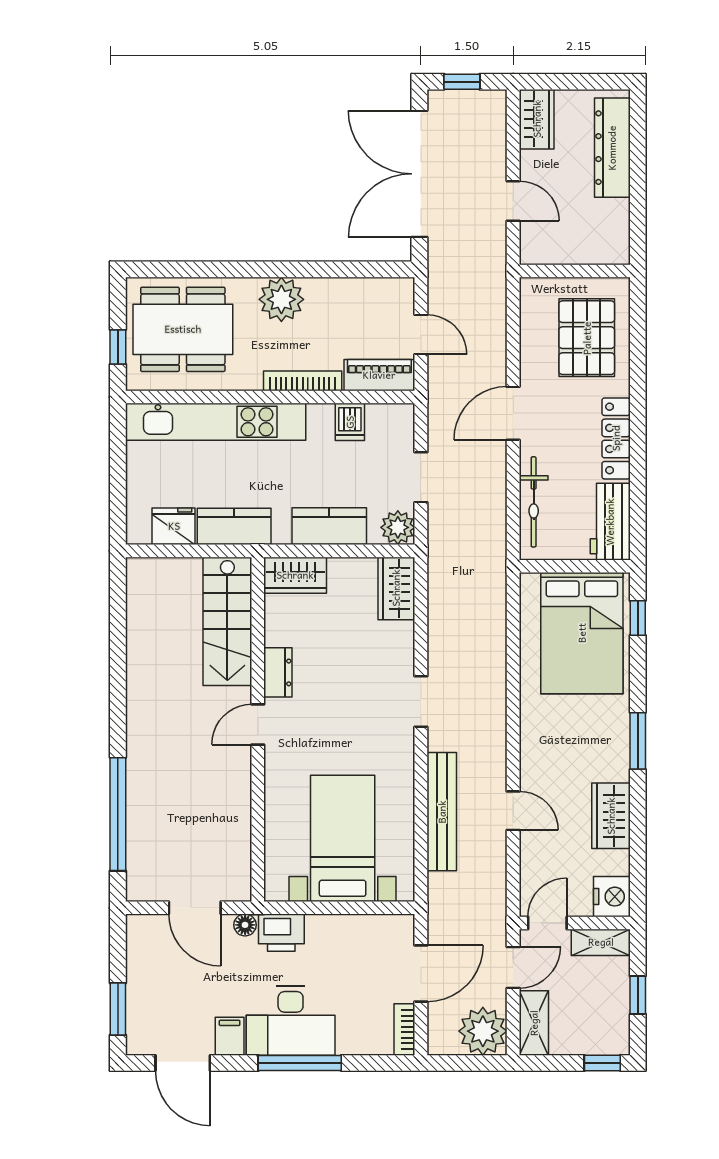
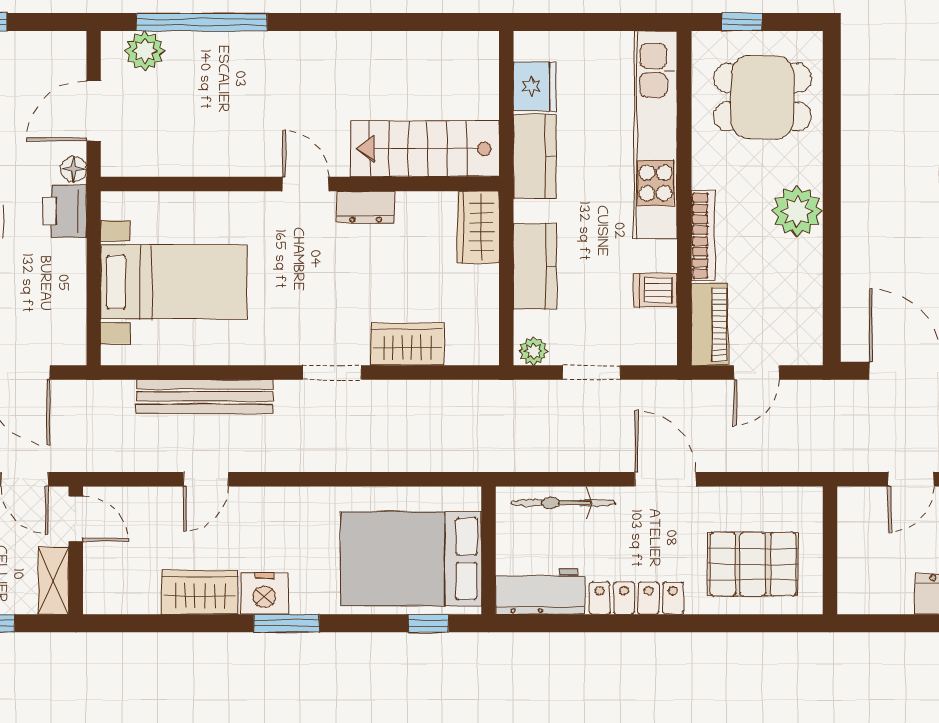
dining table: (183, 329) -> (762, 97), width x0.73
plant: (398, 527) -> (533, 351), width x0.73, depth x0.73
wardrobe: (396, 588) -> (407, 344), moved
plant: (143, 863) -> (145, 51), added
nightstand: (612, 897) -> (264, 593), moved

